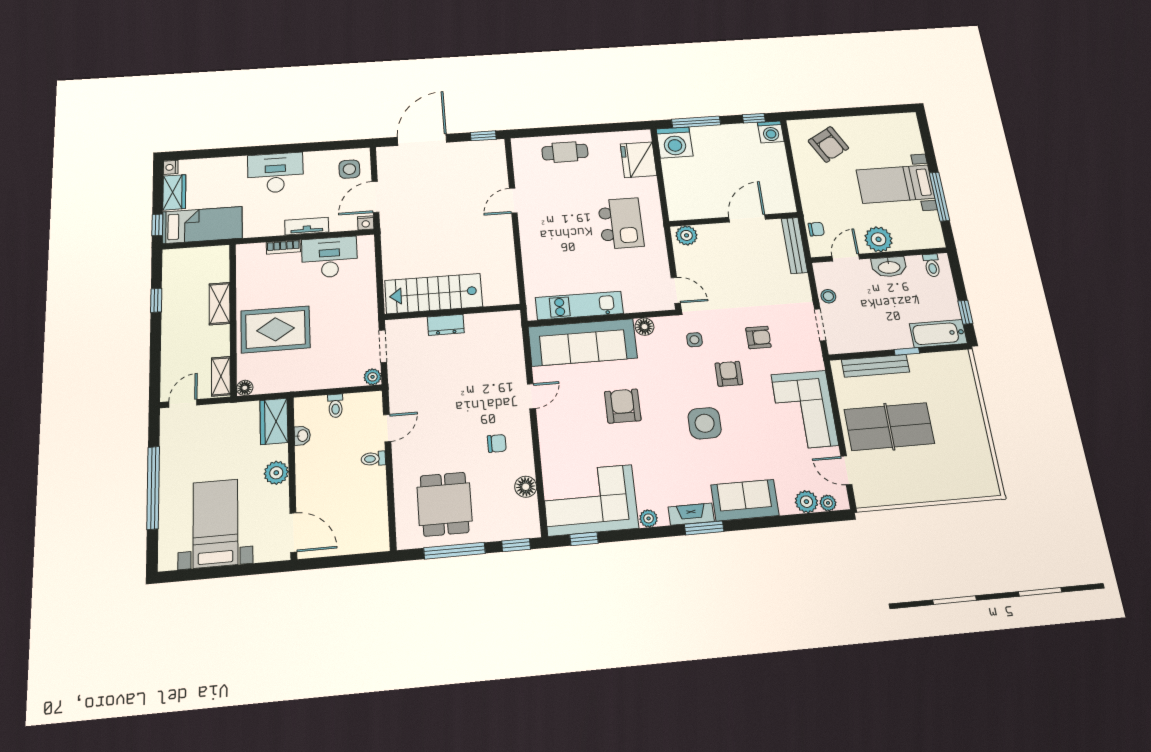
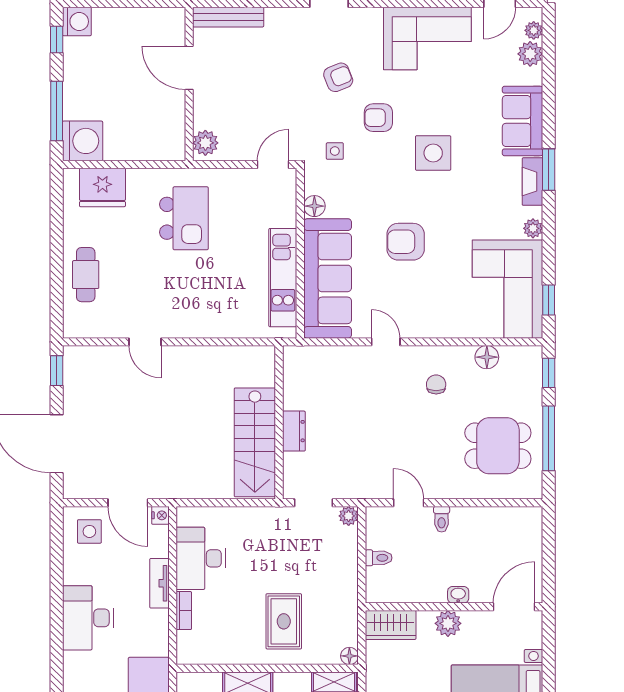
kitchen island: (621, 223) -> (184, 218), turned 90
rug: (275, 329) -> (284, 621), width x0.73, depth x0.70
armchair: (758, 337) -> (338, 77), turned 68
washbasin: (302, 436) -> (458, 595), moved

